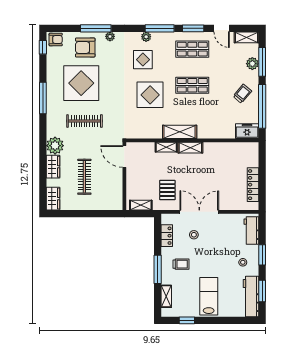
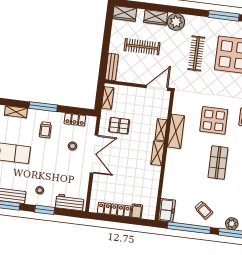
shelving: (180, 132) -> (176, 131), moved
filing cabinet: (252, 162) -> (137, 211), added
bench: (109, 205) -> (112, 67), added

